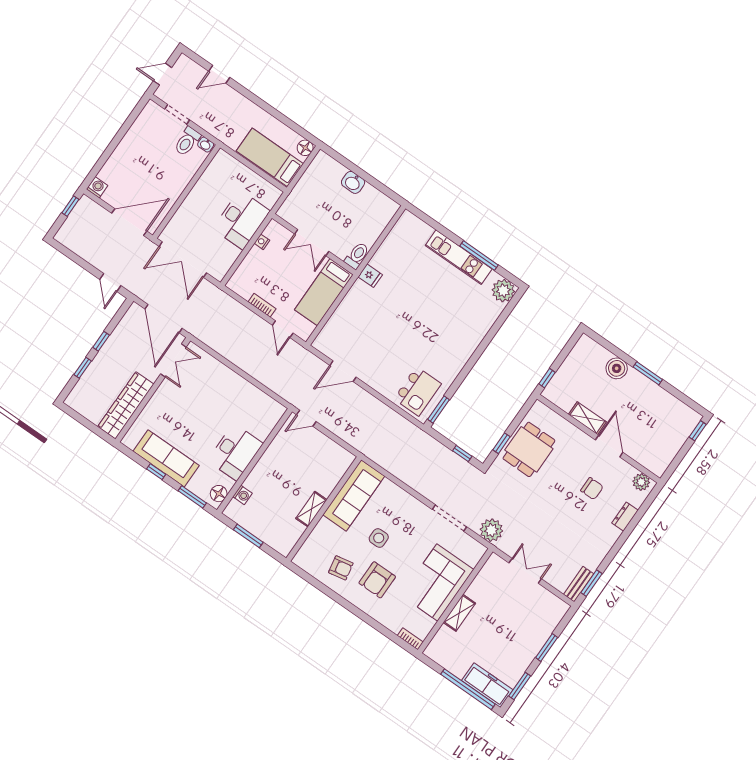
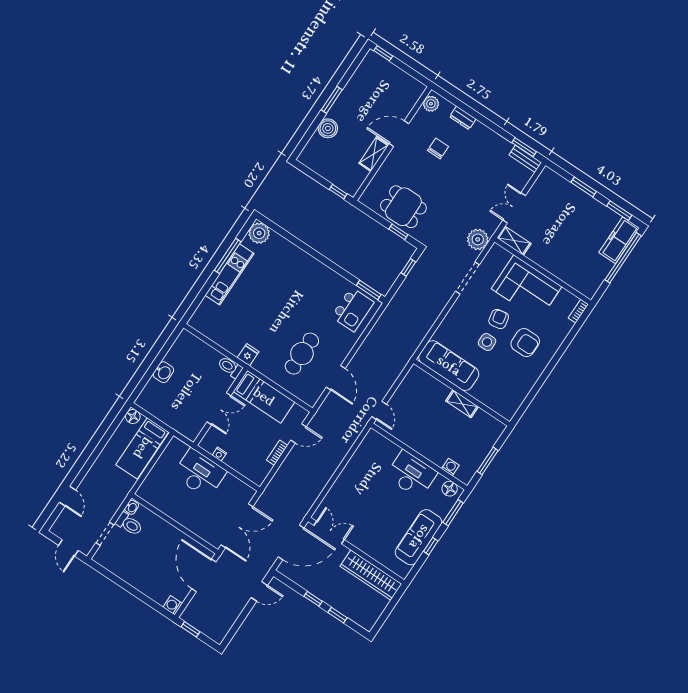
cafe table: (370, 335) -> (302, 354), added
kitchen island: (417, 391) -> (353, 309), turned 90
armchair: (341, 568) -> (499, 319), moved
shelving: (459, 613) -> (514, 241), moved

